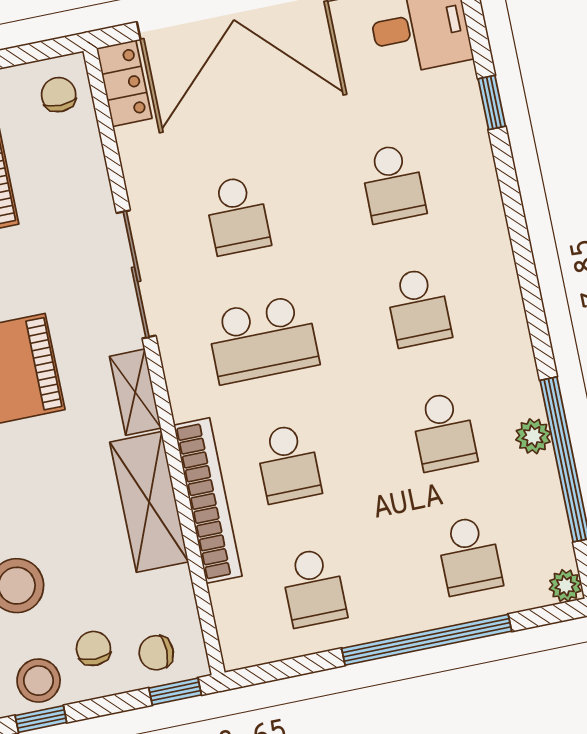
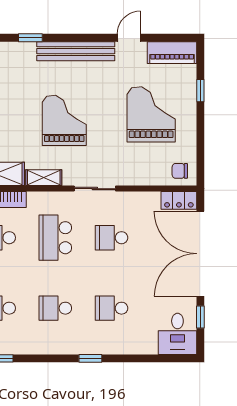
chair: (59, 95) -> (180, 171), turned 180
window: (492, 103) -> (90, 358), moved
sliding door: (136, 274) -> (95, 189), width x0.73

